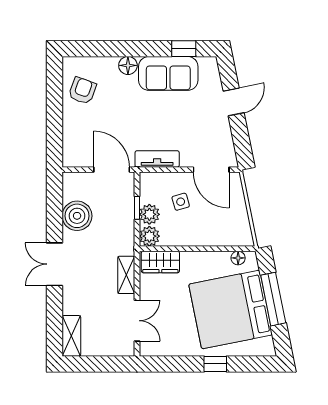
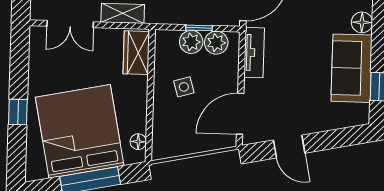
door: (234, 102) -> (289, 147), moved
side table: (181, 202) -> (184, 87), moved
plant: (149, 236) -> (216, 43), moved

